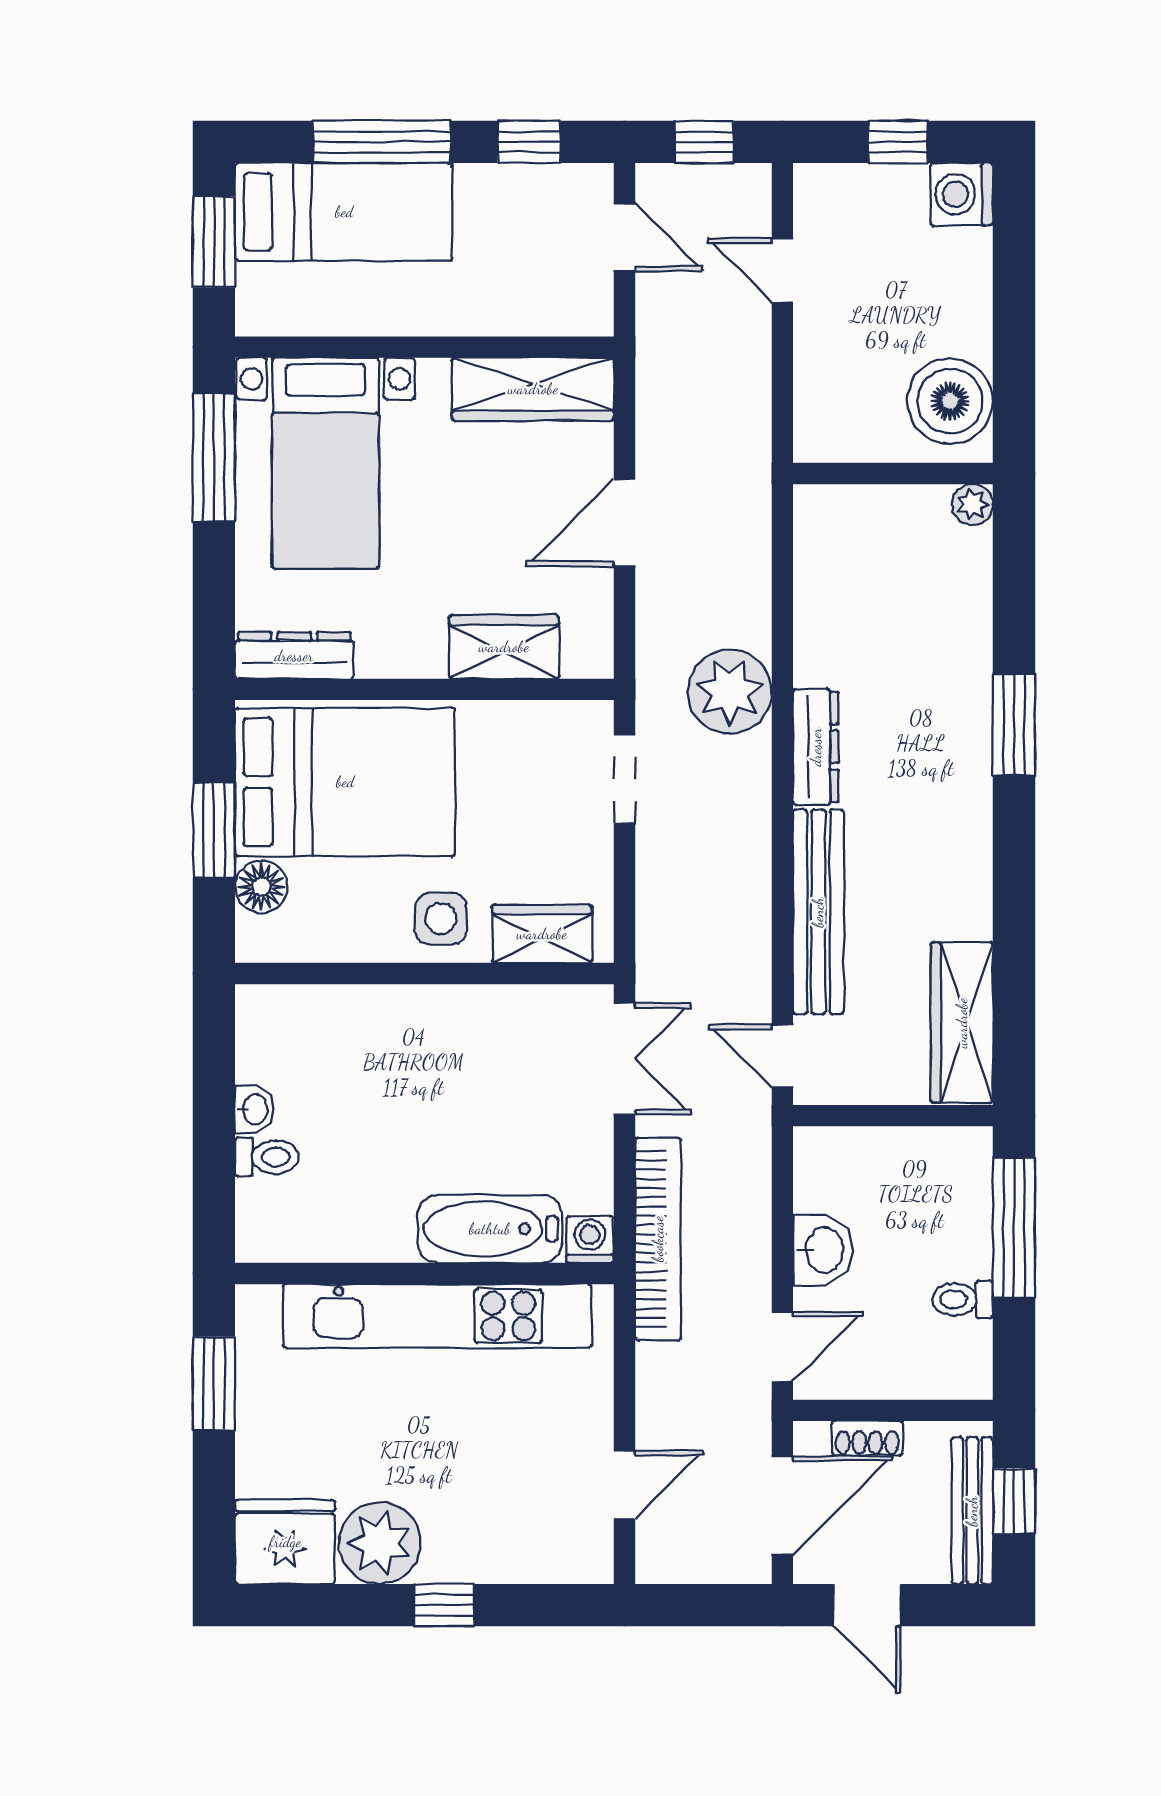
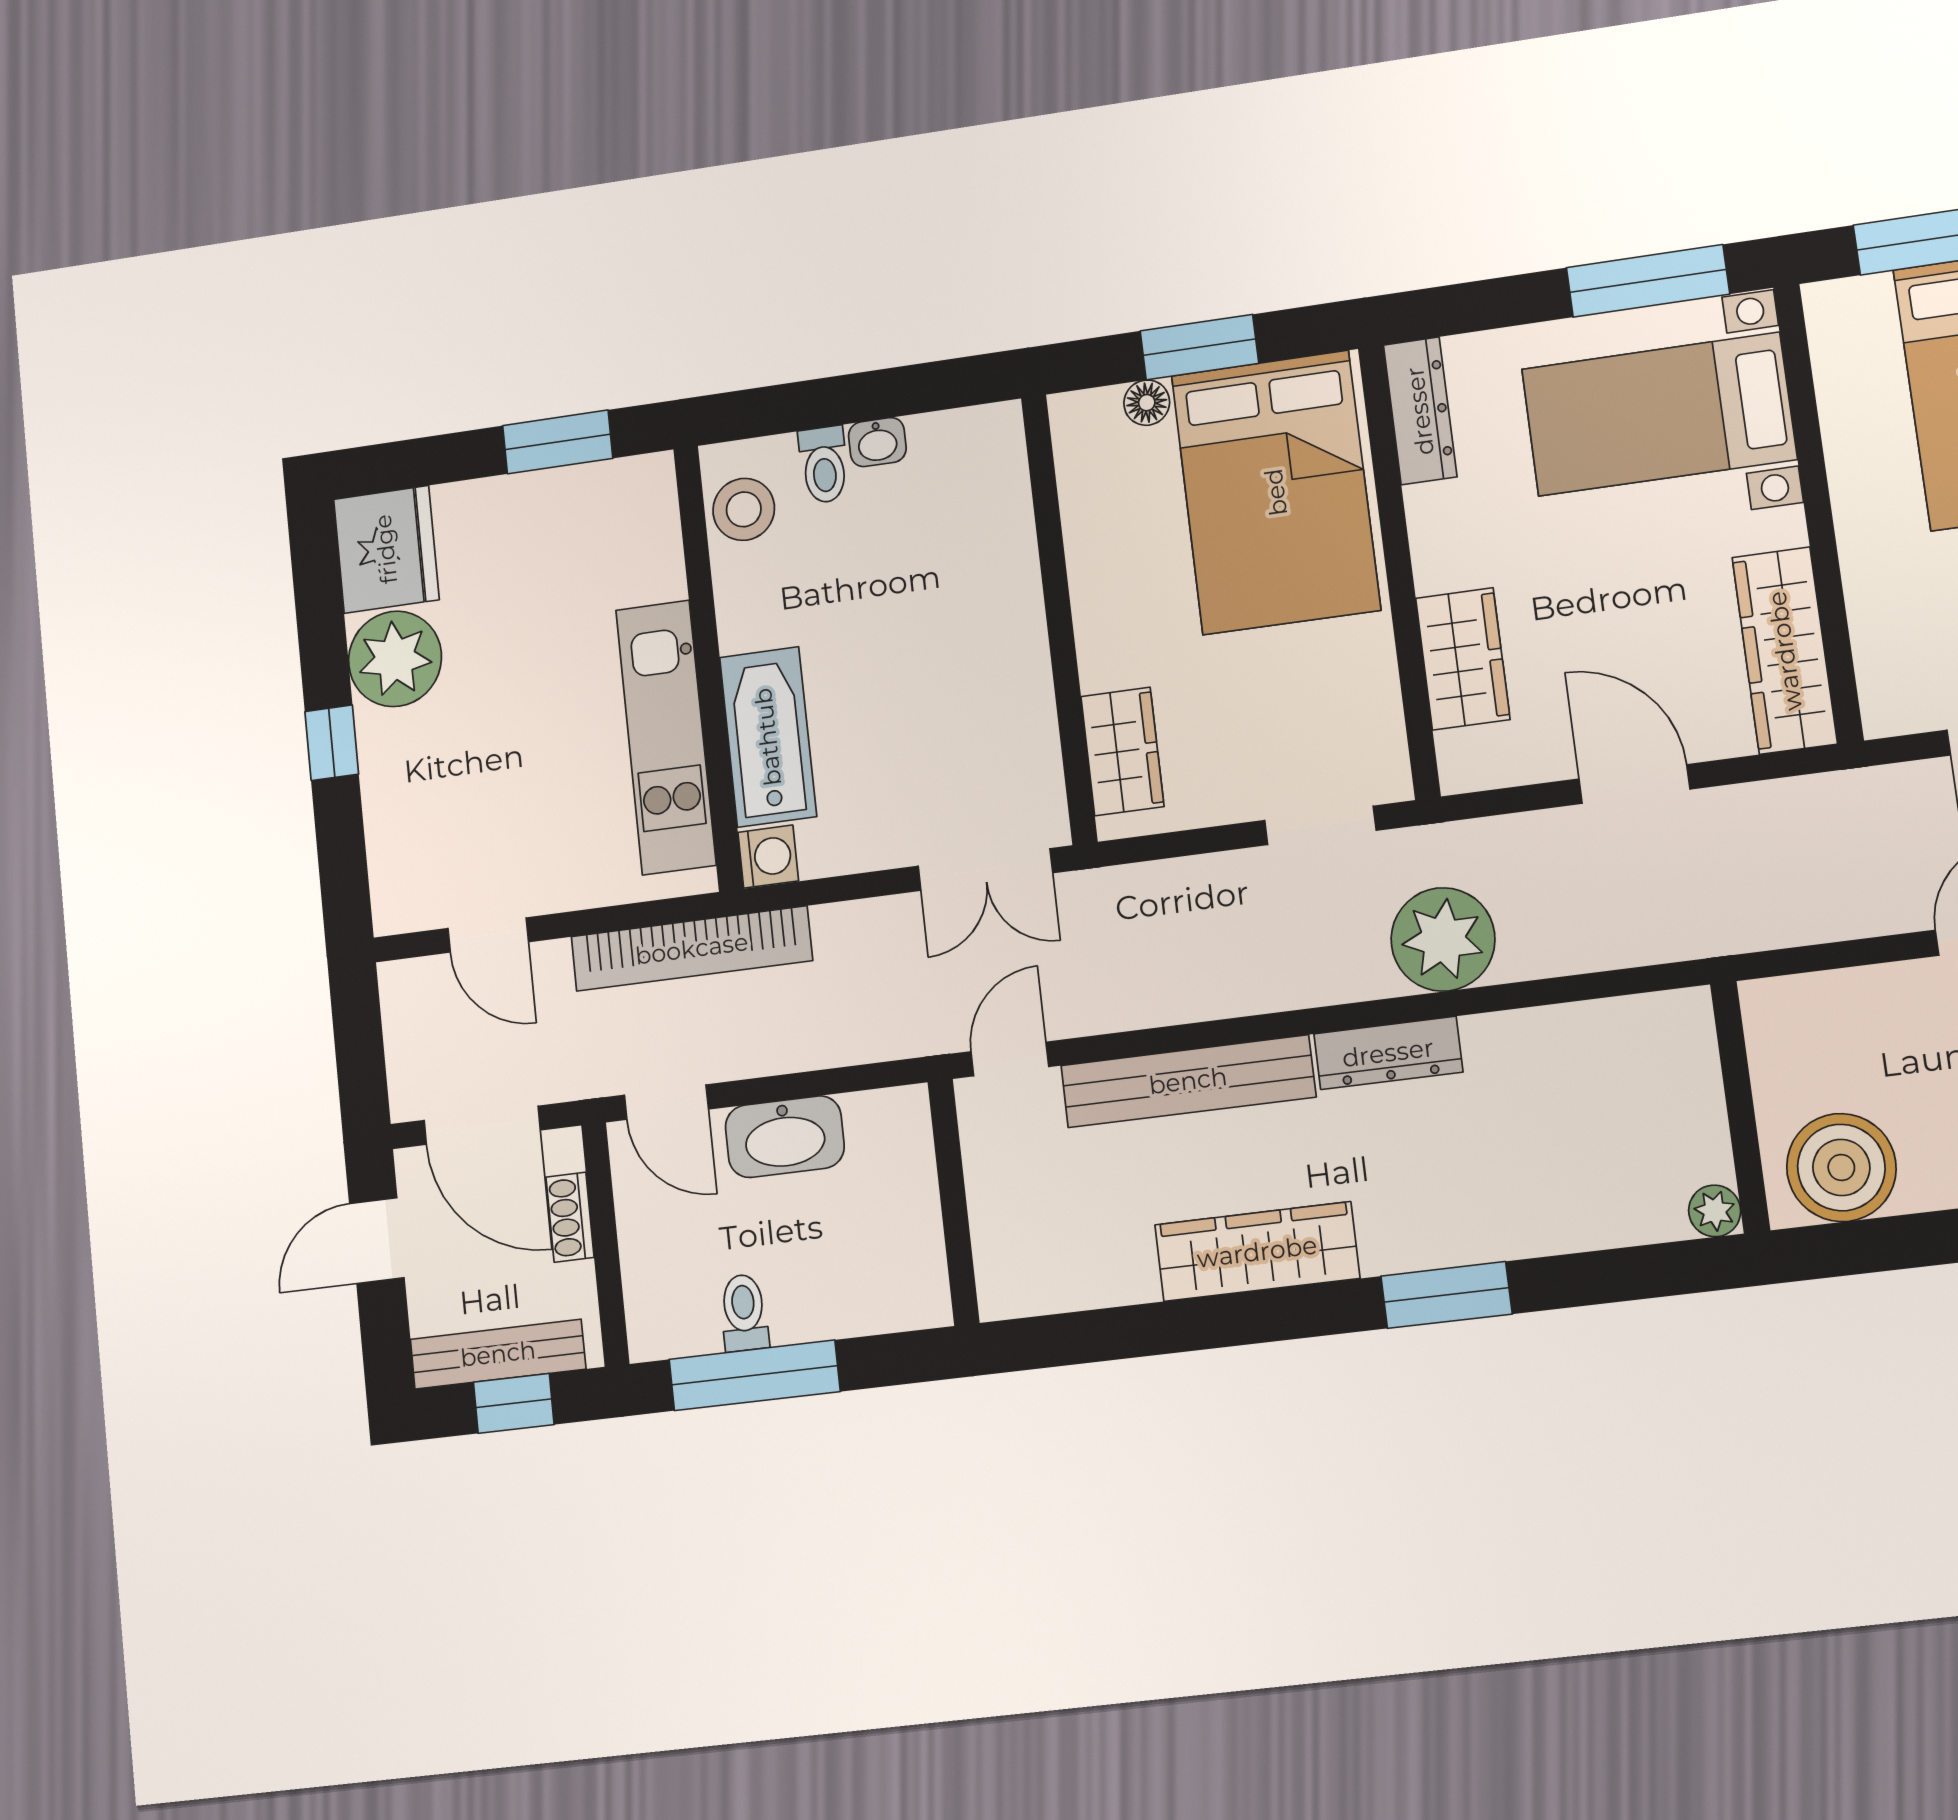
floor lamp: (261, 887) -> (1147, 403), width x0.73, depth x0.73
side table: (441, 919) -> (1126, 629), removed
wardrobe: (962, 1023) -> (1257, 1252), moved
window: (1014, 1228) -> (754, 1375), moved
stool: (295, 1229) -> (744, 509), added
bookcase: (658, 1239) -> (692, 949), moved
washbasin: (823, 1250) -> (785, 1137), width x1.38
kitchen unit: (437, 1316) -> (666, 737), width x0.73

